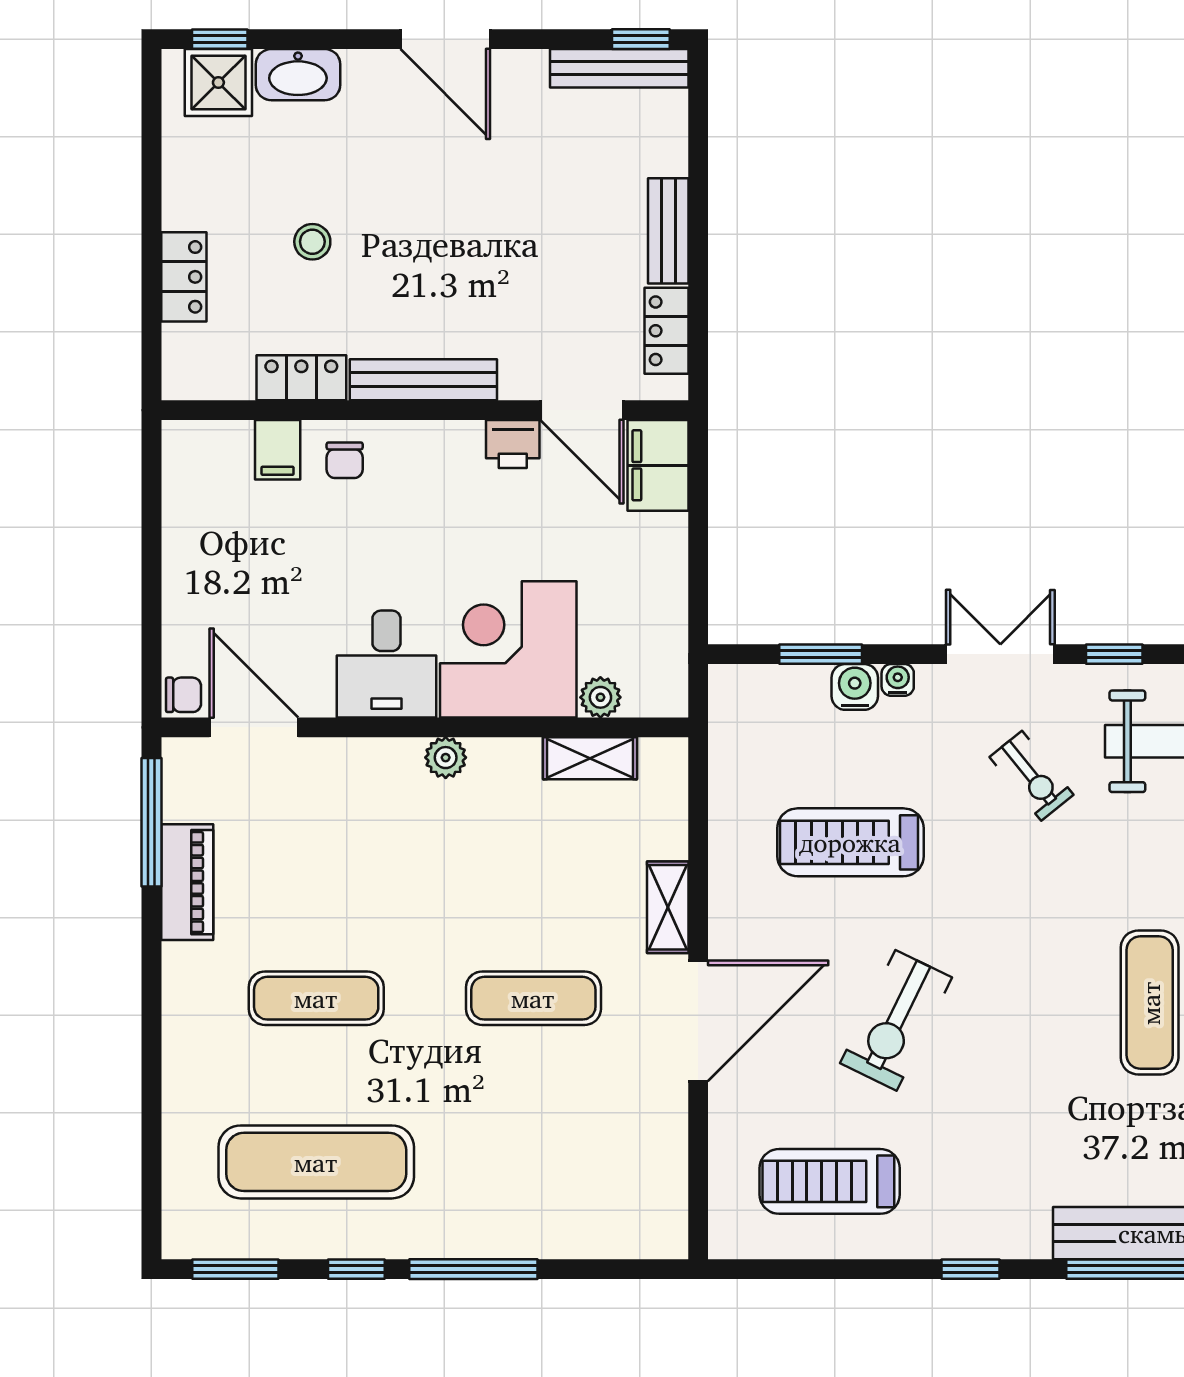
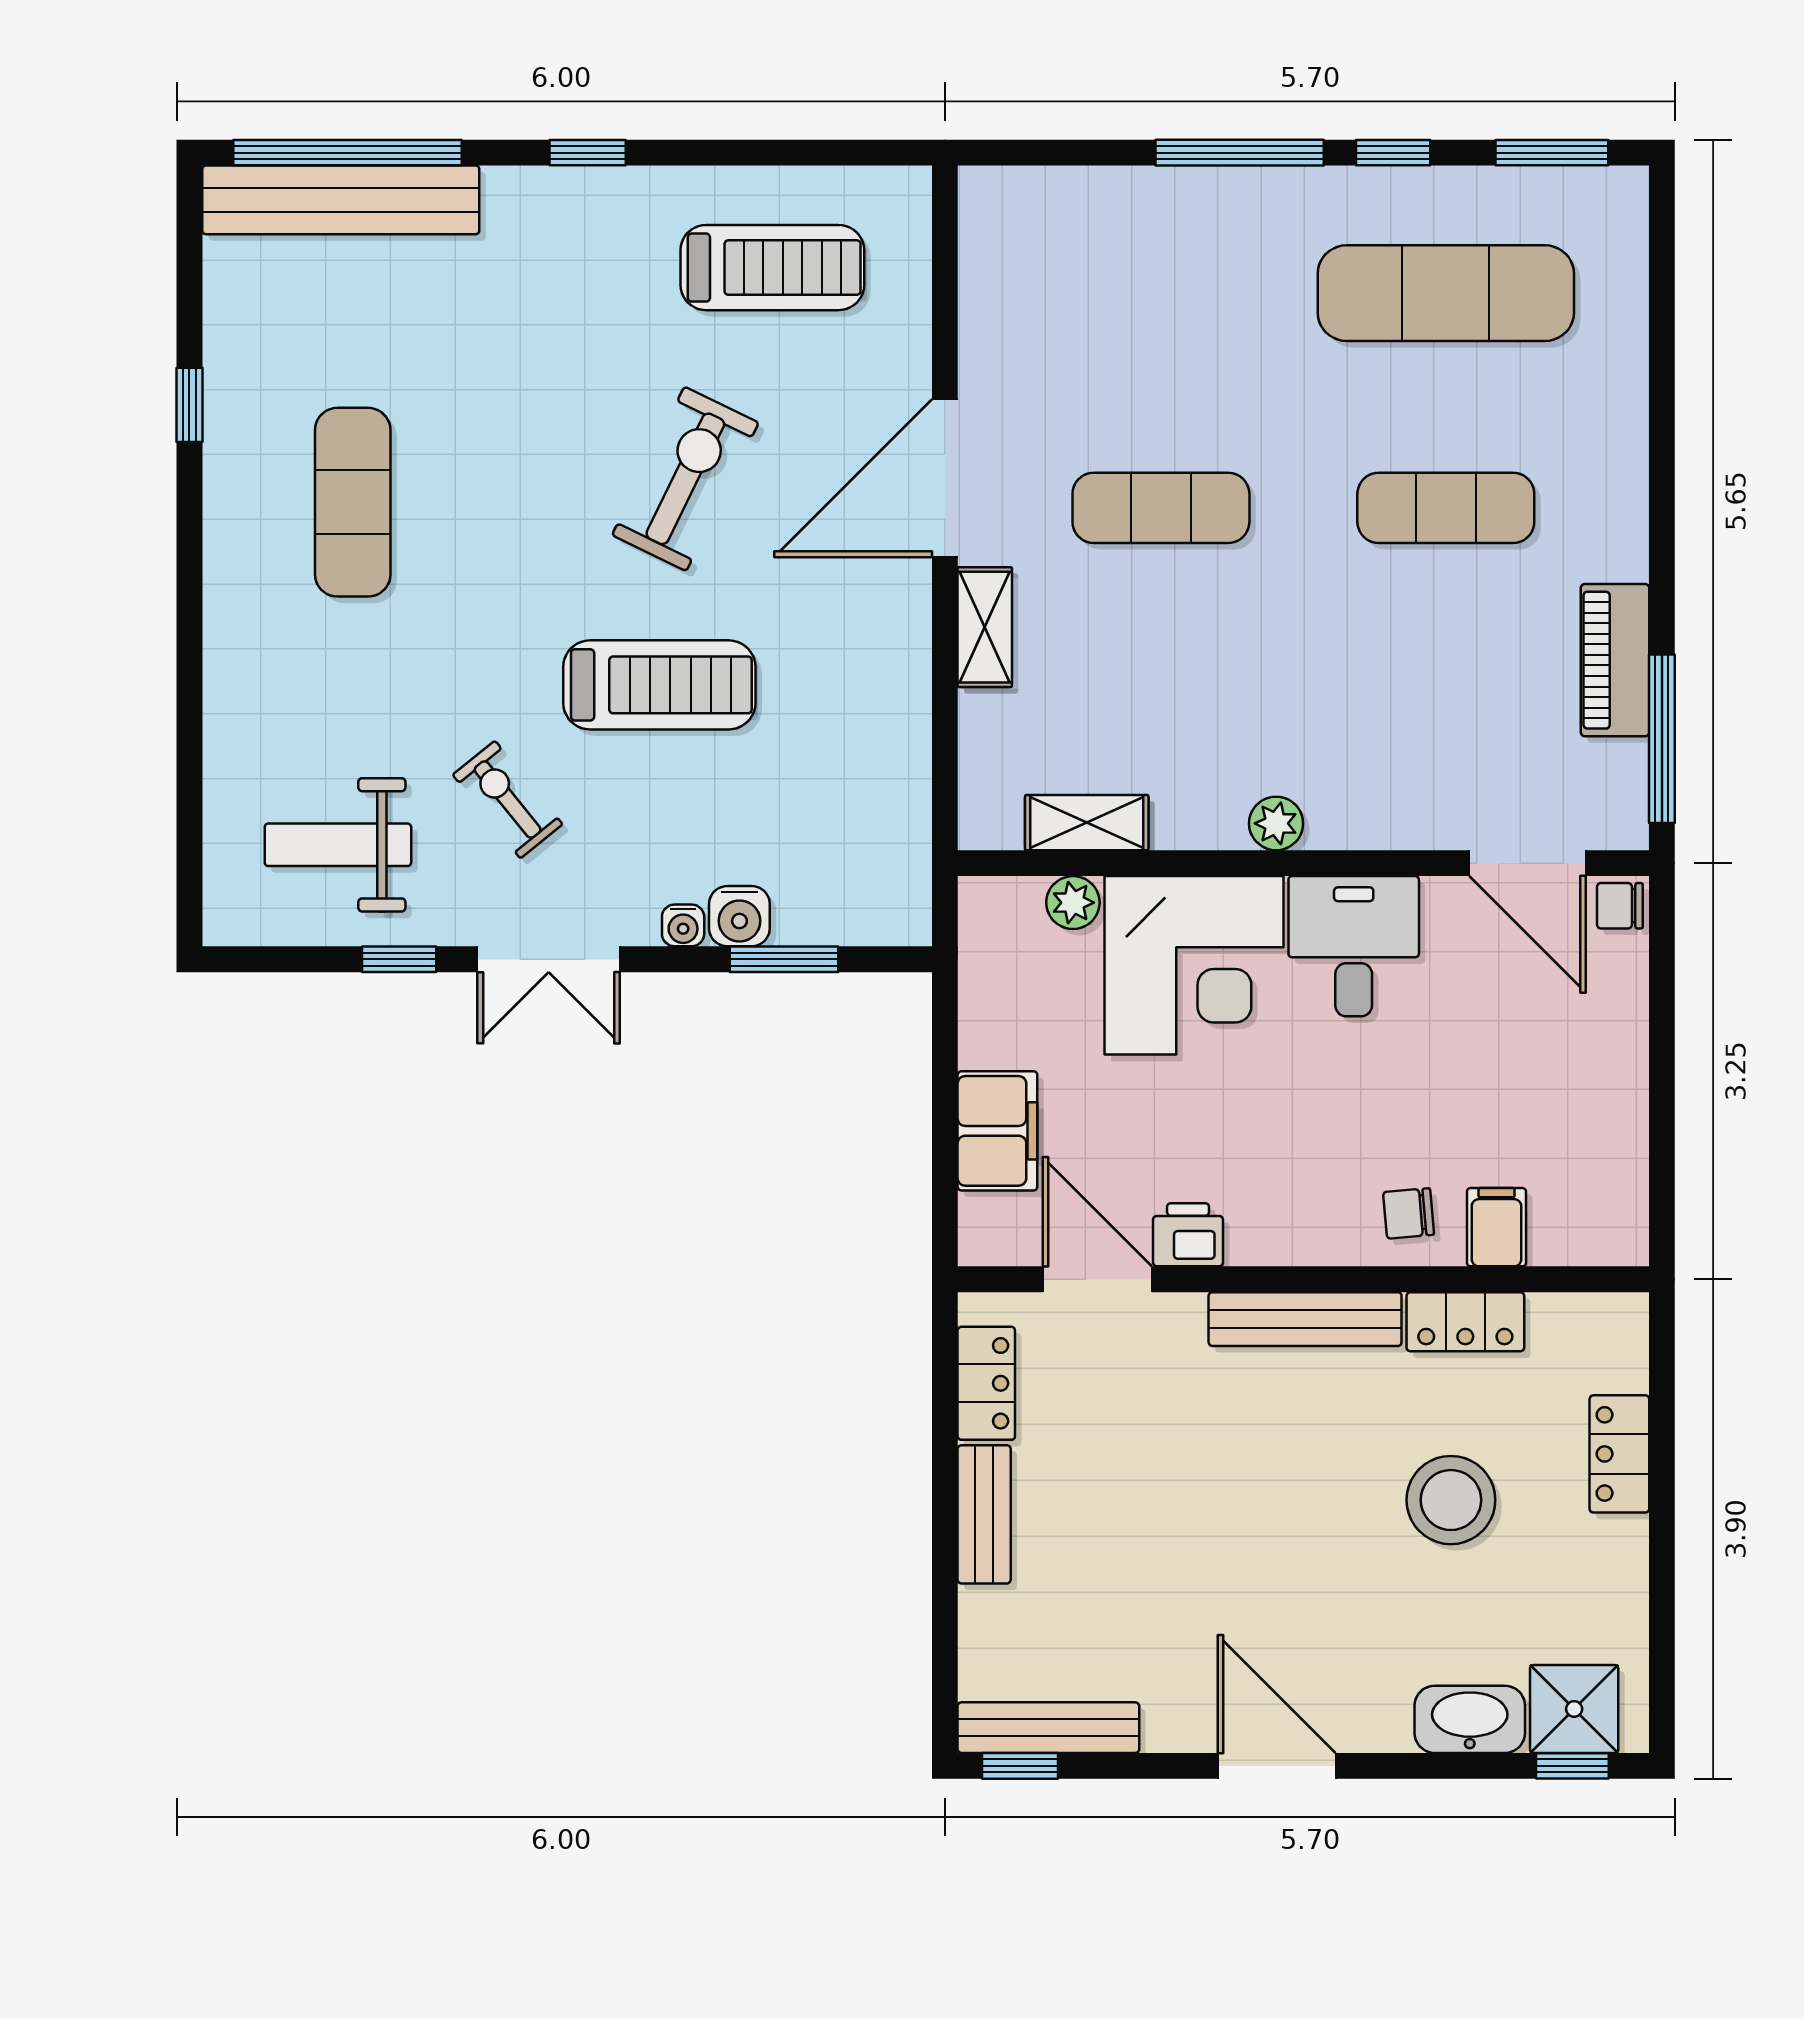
stool: (312, 242) -> (1451, 1500), width x1.89, depth x1.89
chair: (345, 460) -> (1409, 1213), turned -95
filing cabinet: (658, 465) -> (997, 1131), moved
treadmill: (850, 842) -> (659, 685), moved

